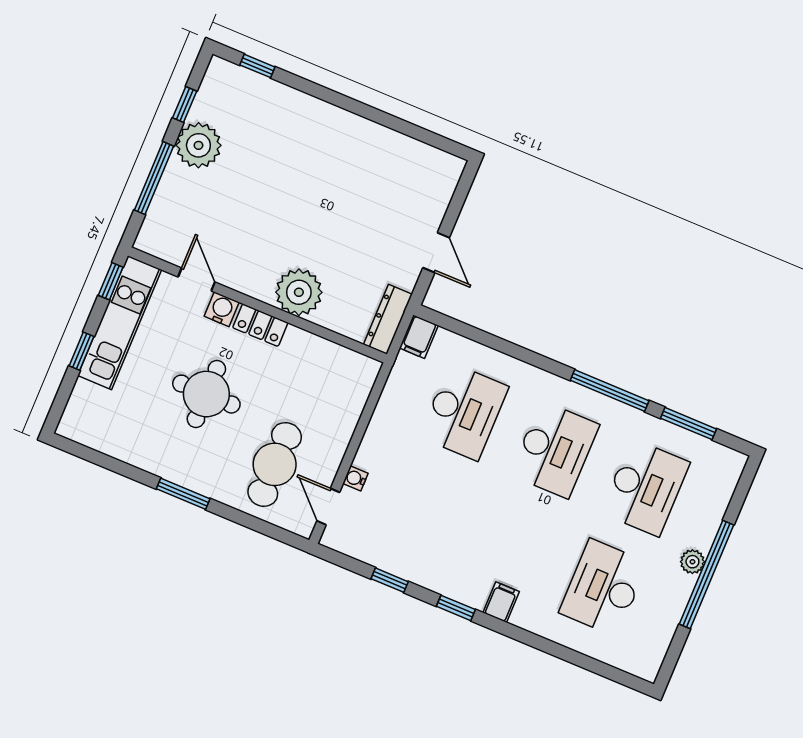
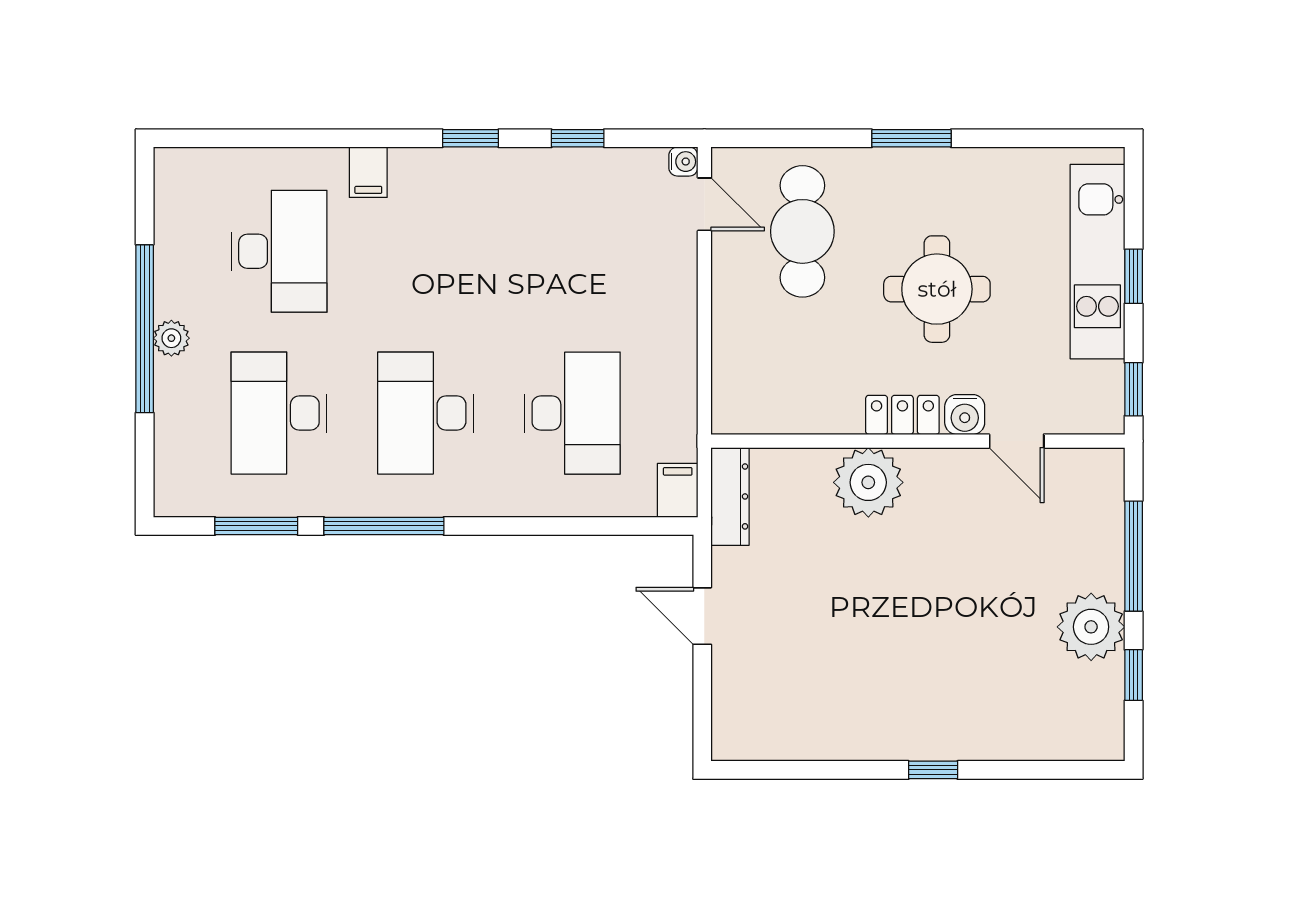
window: (257, 66) -> (933, 770), moved
kitchen unit: (120, 323) -> (1097, 262), moved
desk: (464, 412) -> (572, 413), turned 180
water cooler: (355, 478) -> (683, 162), moved
filing cabinet: (501, 602) -> (368, 172), moved

